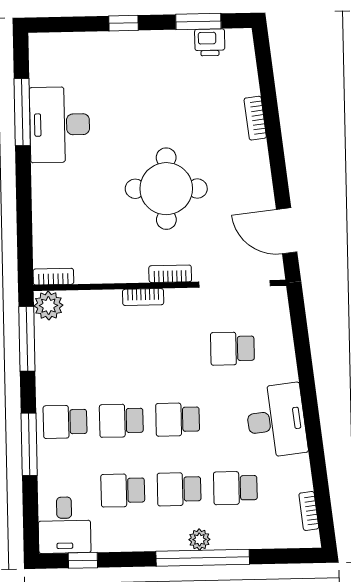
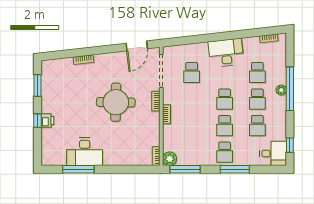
printer: (210, 42) -> (47, 121), moved

